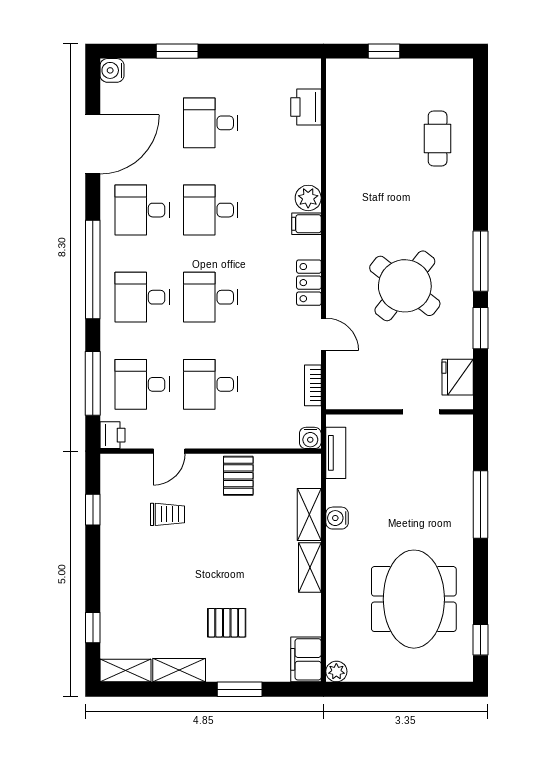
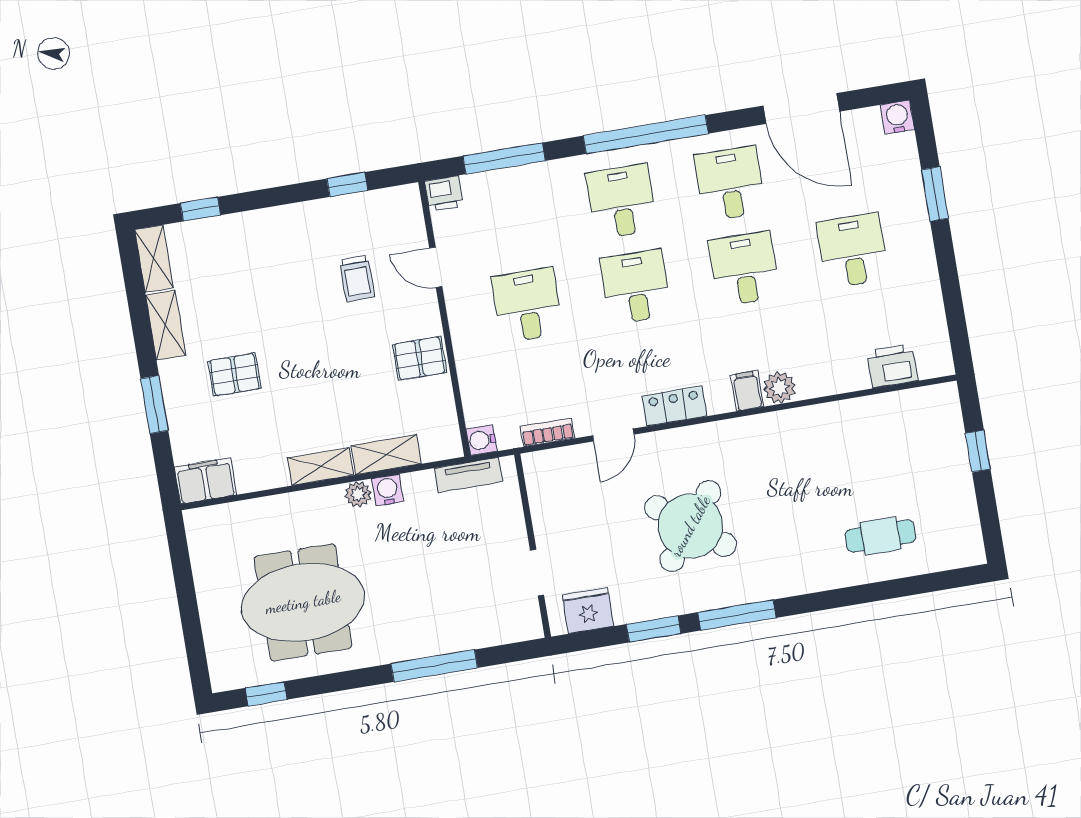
desk: (142, 384) -> (513, 220), removed
pallet: (227, 623) -> (234, 375), turned 90
plant: (336, 671) -> (358, 494), moved

